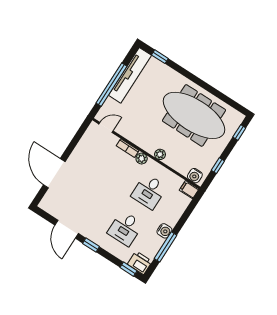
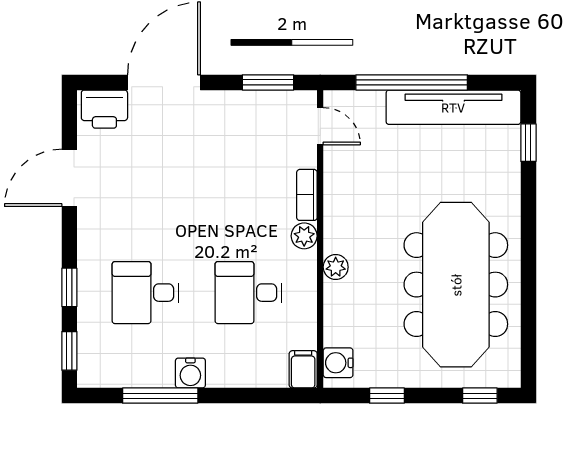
window: (78, 136) -> (268, 82), added
window: (91, 245) -> (69, 287), moved
printer: (140, 263) -> (104, 109), moved, turned 90

